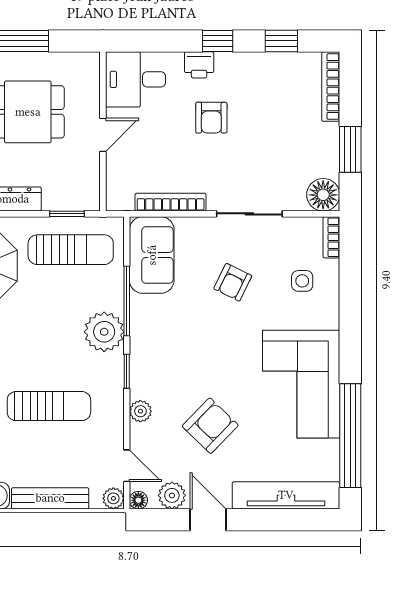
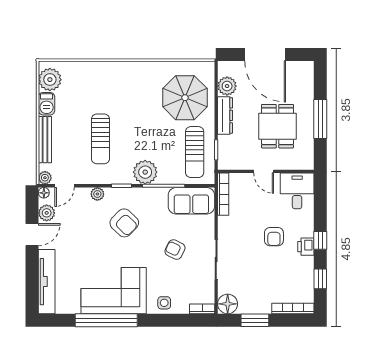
printer: (199, 65) -> (306, 247), moved
armchair: (211, 118) -> (274, 237), turned -90
bookcase: (171, 202) -> (223, 194), moved
side table: (302, 281) -> (164, 303), moved
armchair: (210, 426) -> (124, 223), moved
window: (350, 436) -> (106, 320), moved

